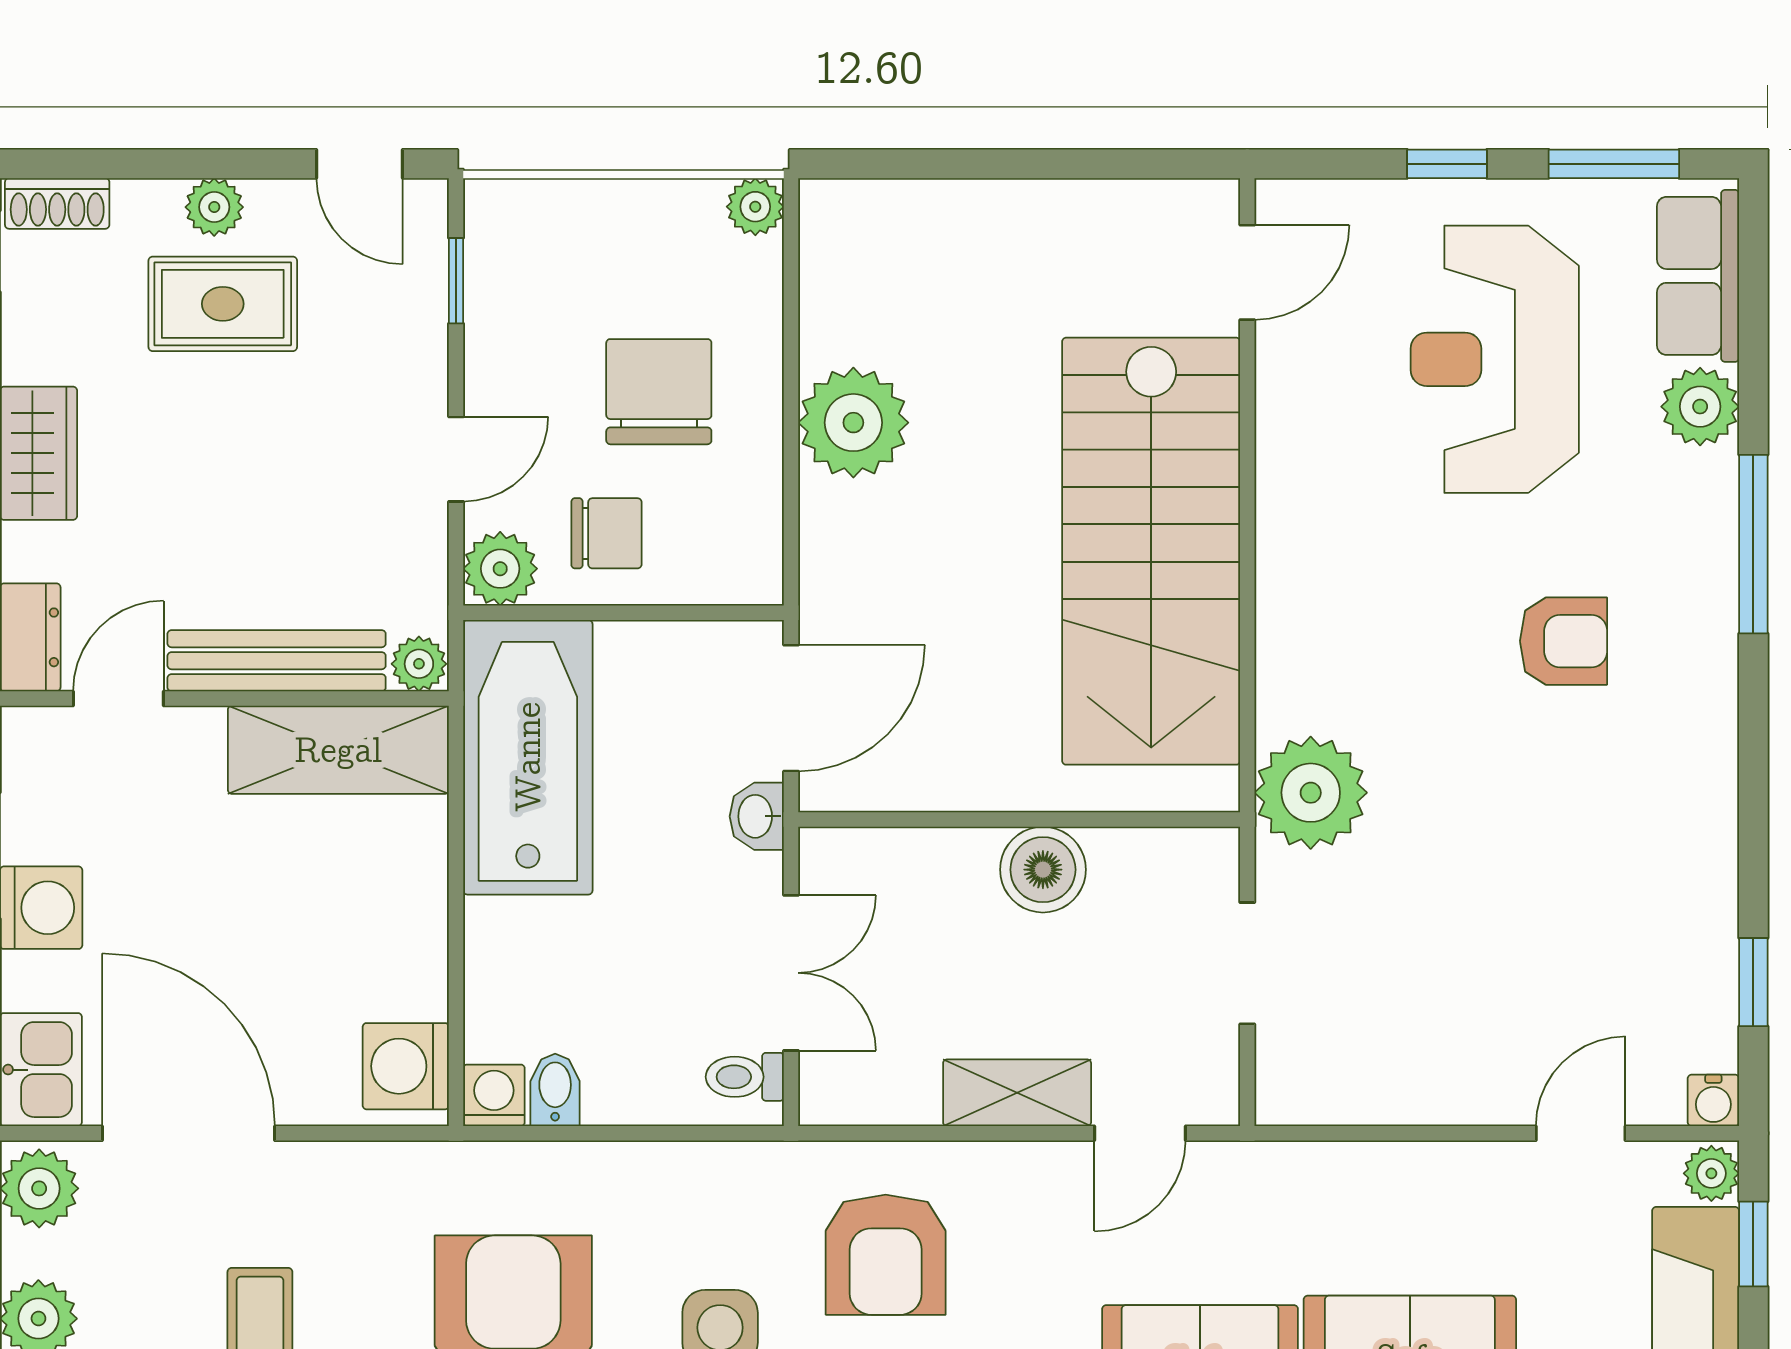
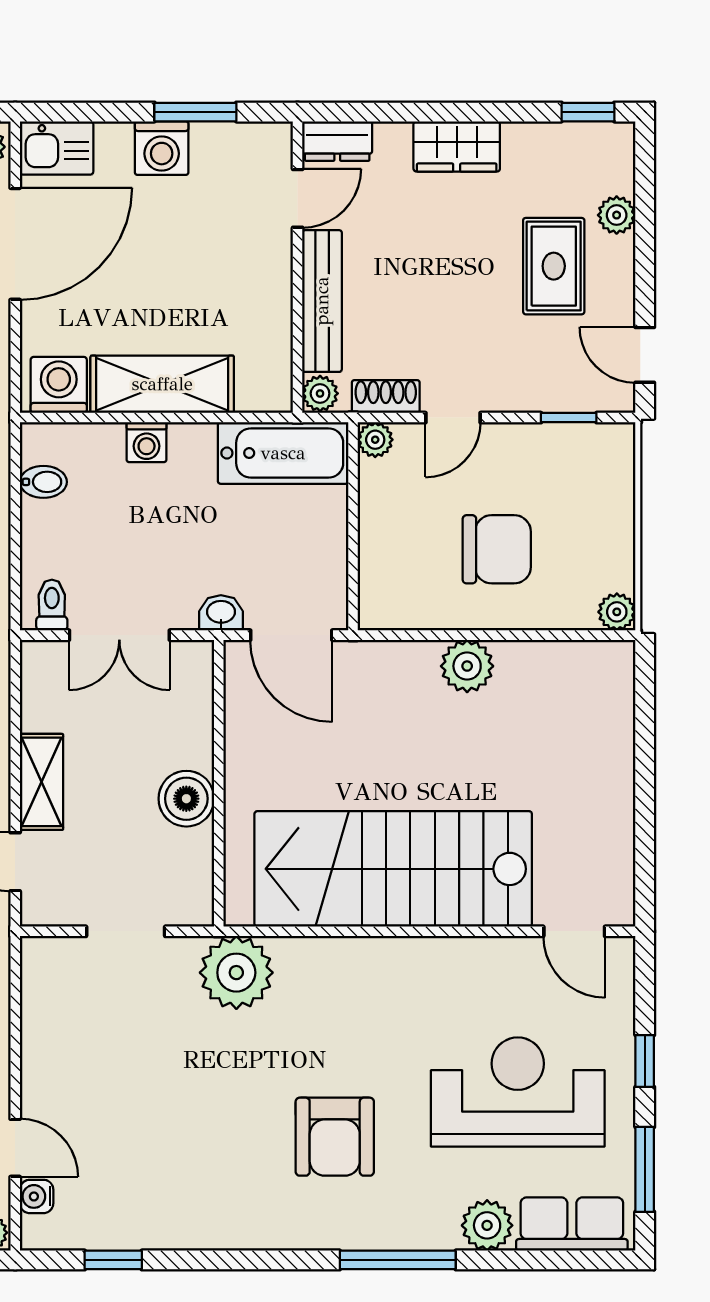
door: (360, 164) -> (645, 355), hinge flipped
shoe rack: (57, 203) -> (386, 396), moved, turned 90
plant: (214, 207) -> (617, 215), moved
plant: (853, 423) -> (467, 666), width x0.73, depth x0.73
door: (456, 459) -> (453, 418), hinge flipped
chair: (606, 533) -> (405, 515), removed
plant: (500, 569) -> (375, 440), width x0.73, depth x0.73
armchair: (1563, 641) -> (335, 1137), width x1.38, depth x1.38
door: (118, 698) -> (298, 198), hinge flipped
shelving: (338, 750) -> (162, 384), moved, turned 90
bathtub: (528, 757) -> (283, 453), width x0.73, depth x0.73
washing machine: (494, 1095) -> (147, 442), moved, turned 90
water cooler: (1713, 1100) -> (37, 1196), moved

